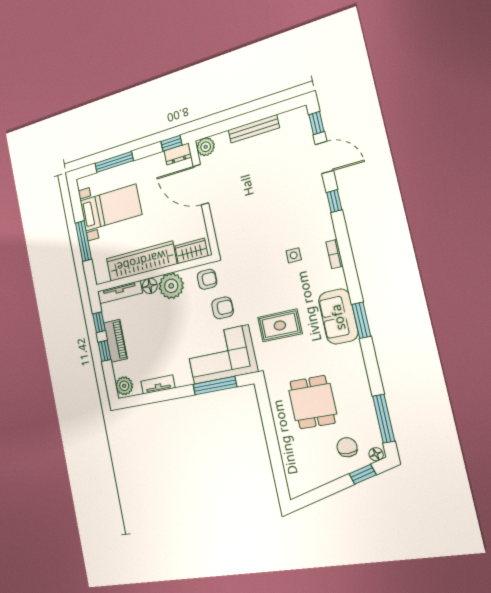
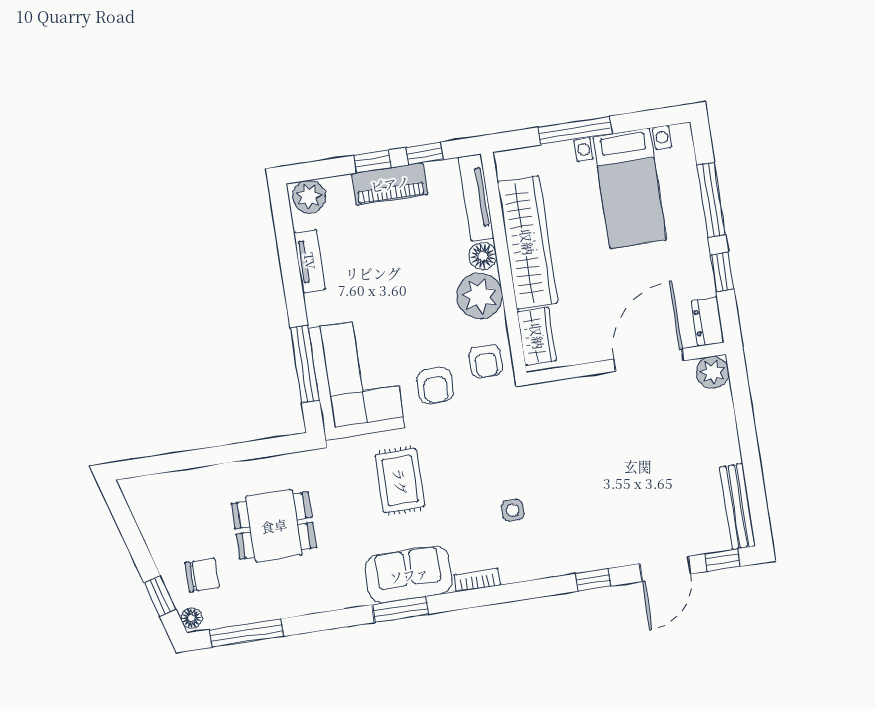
bench: (254, 129) -> (737, 507), moved
window: (171, 143) -> (722, 272), moved
bookcase: (335, 254) -> (477, 580), moved

